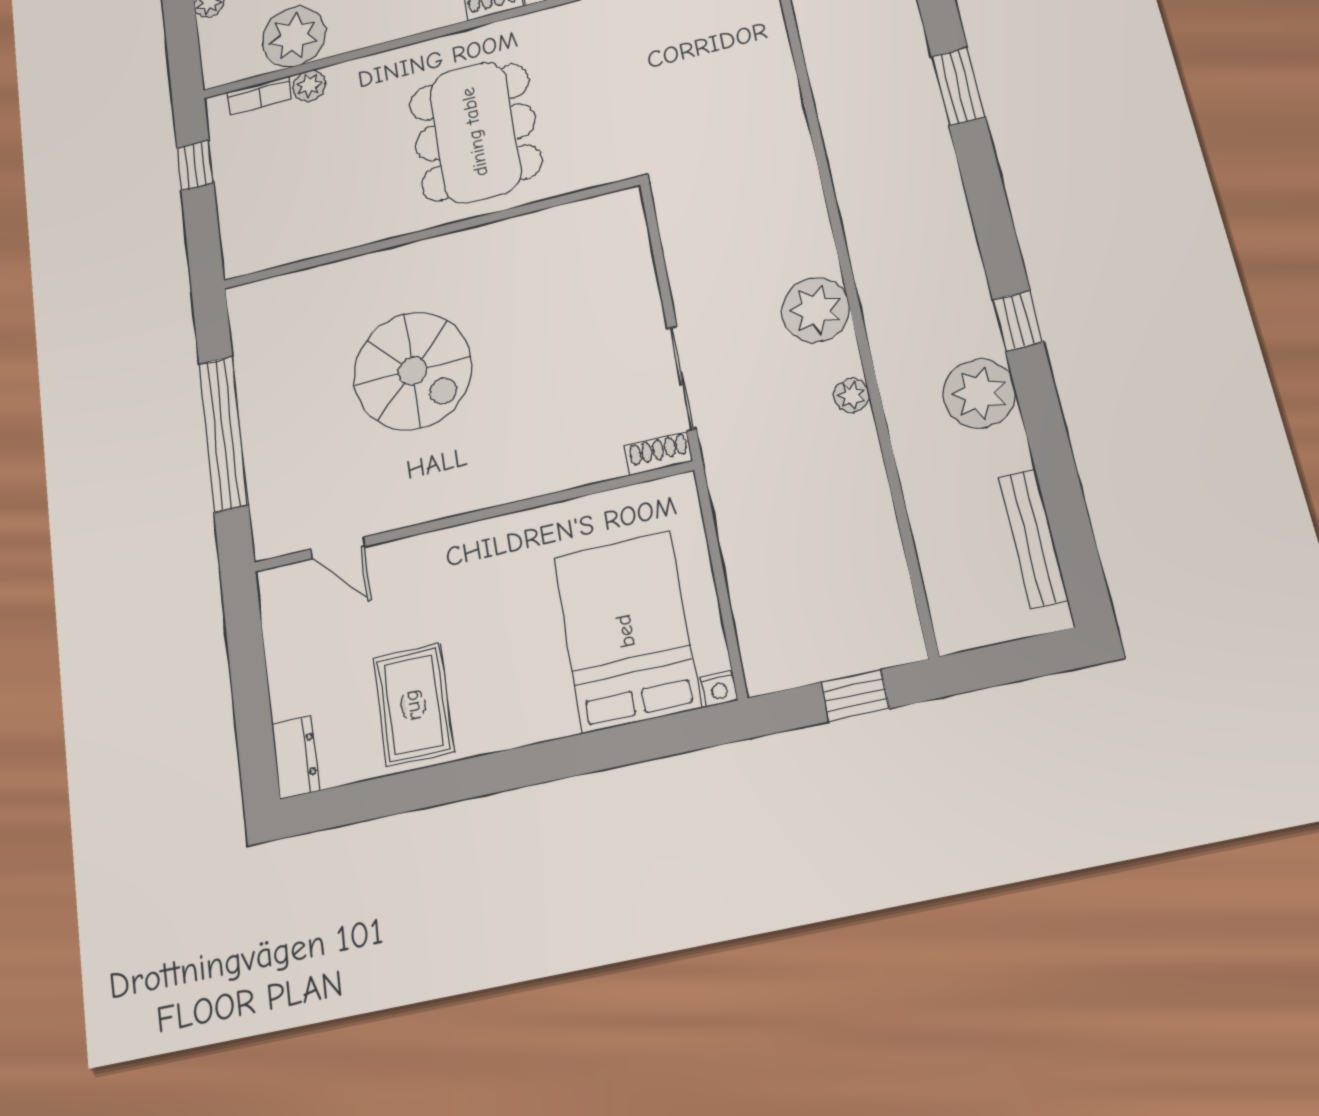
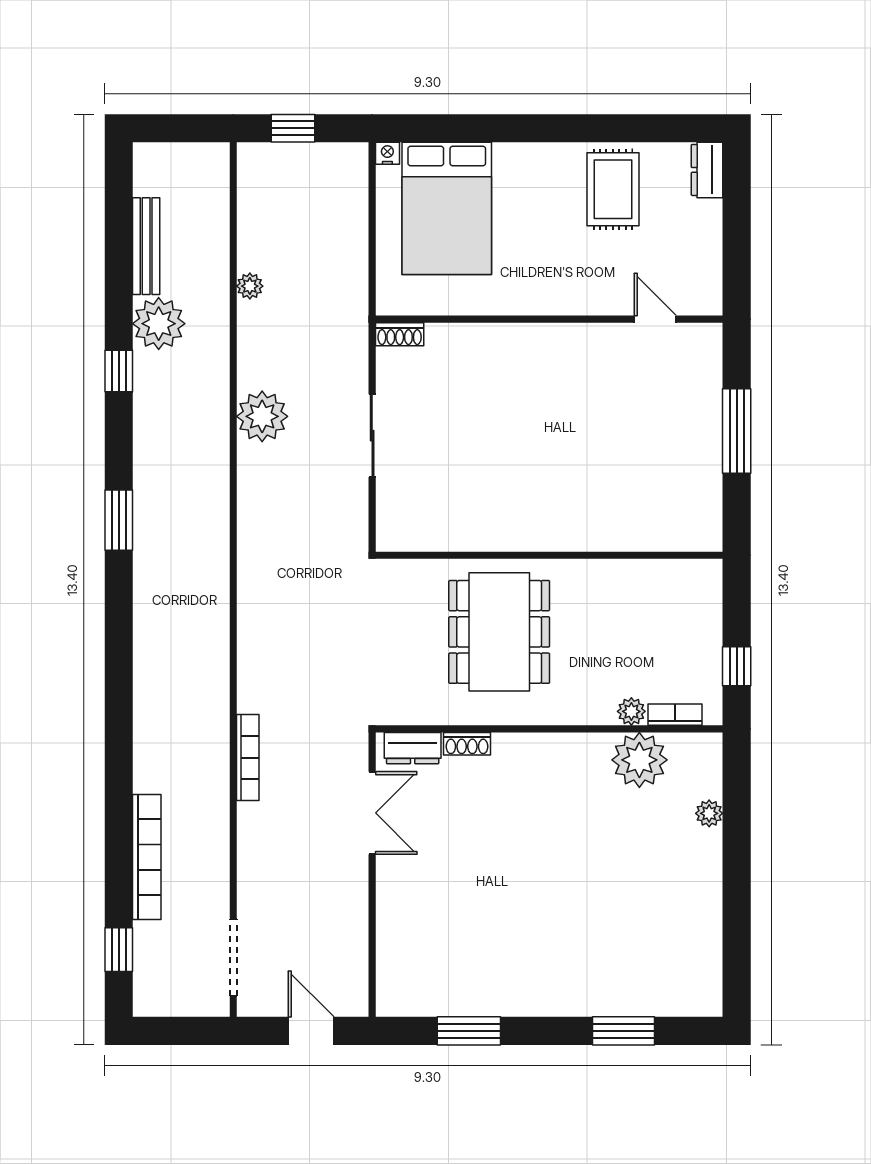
window: (958, 87) -> (119, 520), moved
spiral stairs: (412, 371) -> (578, 445), removed
sliding door: (682, 378) -> (372, 436), moved
plant: (852, 395) -> (250, 286), moved
window: (223, 434) -> (737, 431), width x0.68
bench: (1033, 538) -> (146, 246), moved

